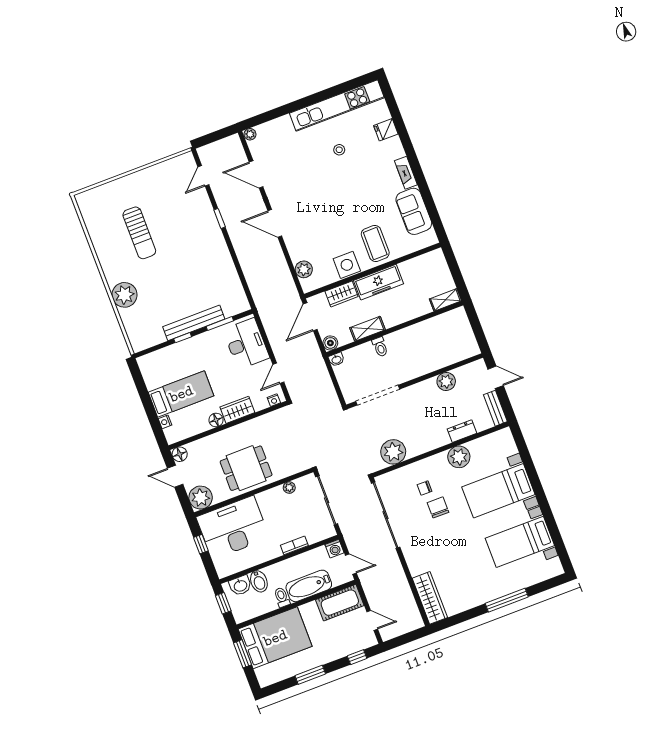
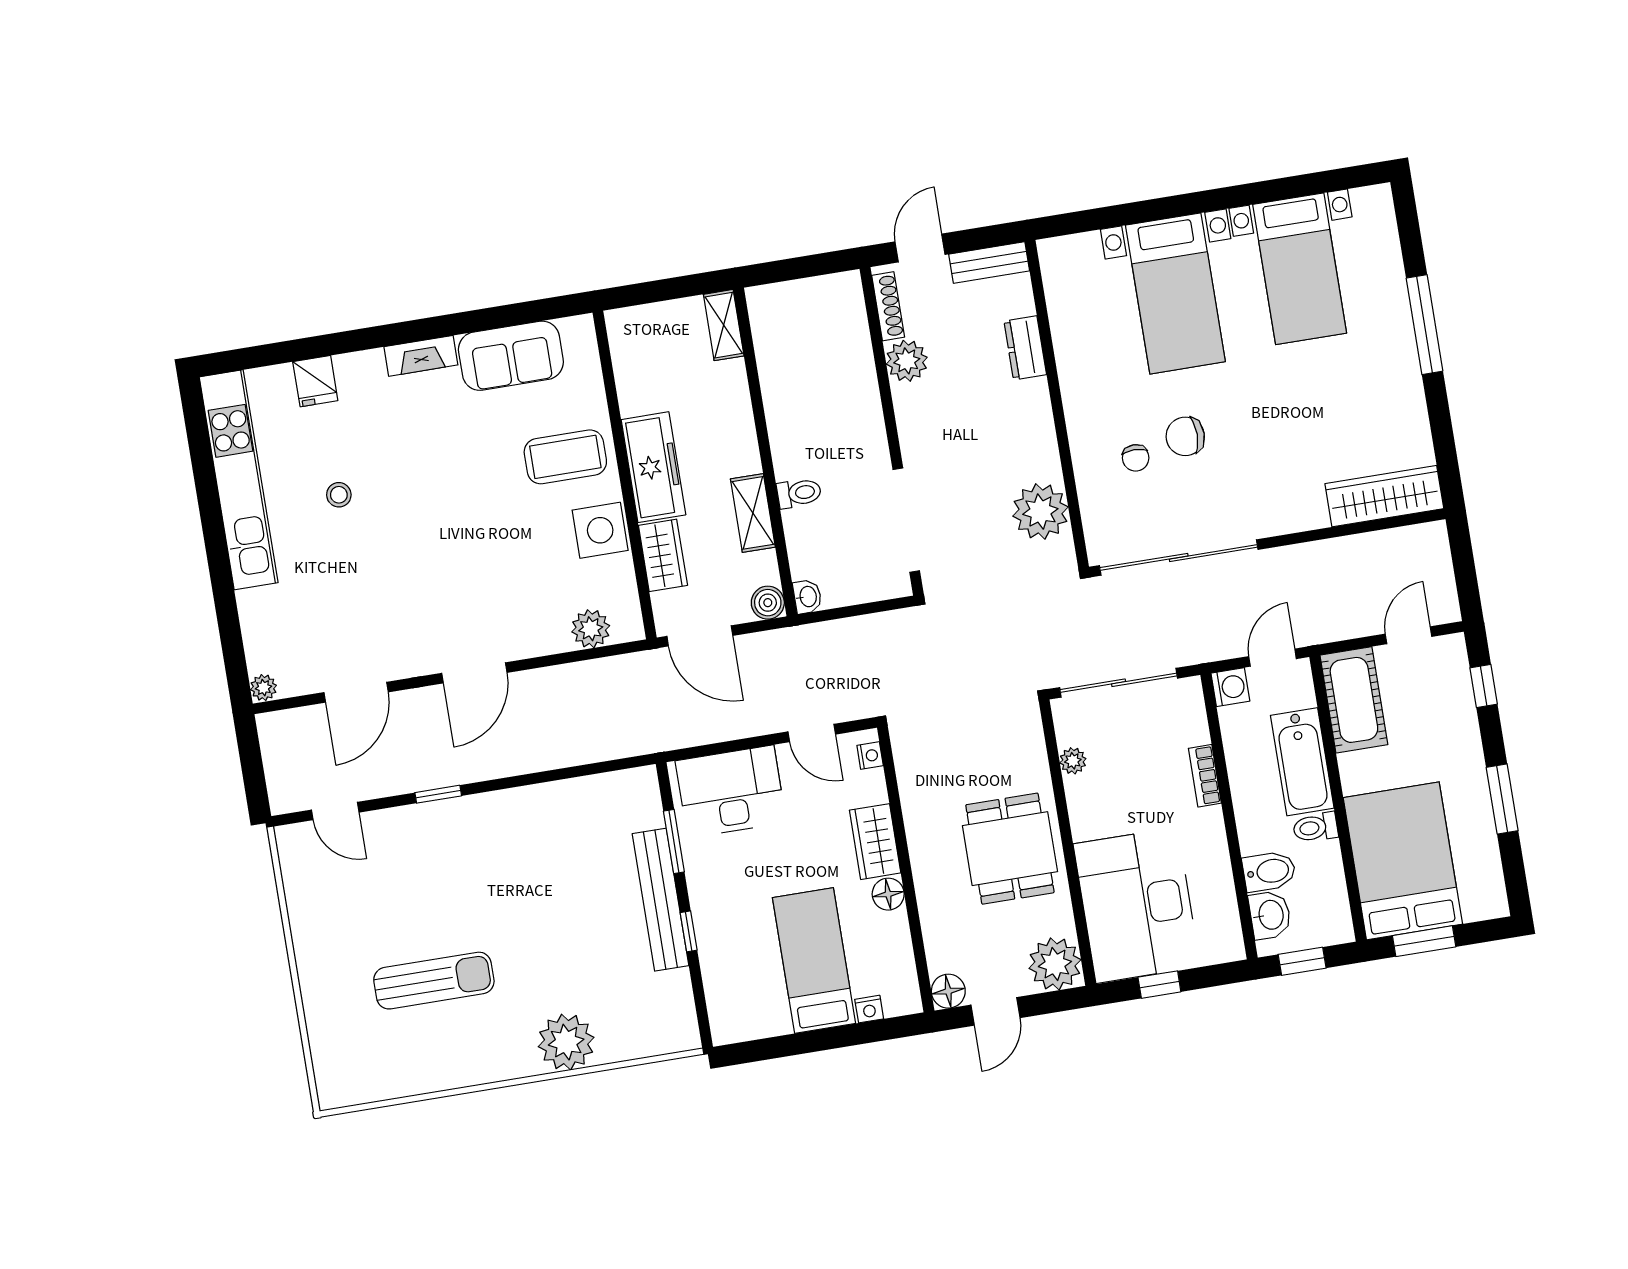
shoe rack: (468, 369) -> (888, 306), added
plant: (459, 457) -> (1081, 367), removed

